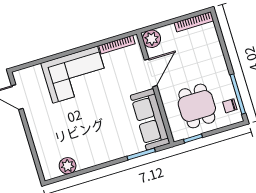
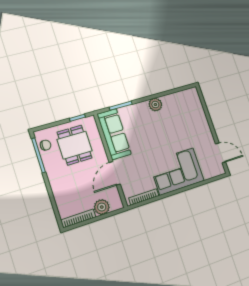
plant: (152, 39) -> (102, 207), moved
plant: (68, 166) -> (155, 105), moved

